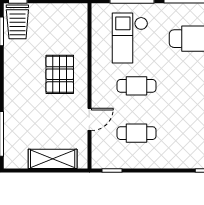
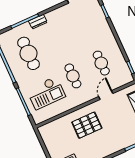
door: (89, 119) -> (106, 95), hinge flipped

